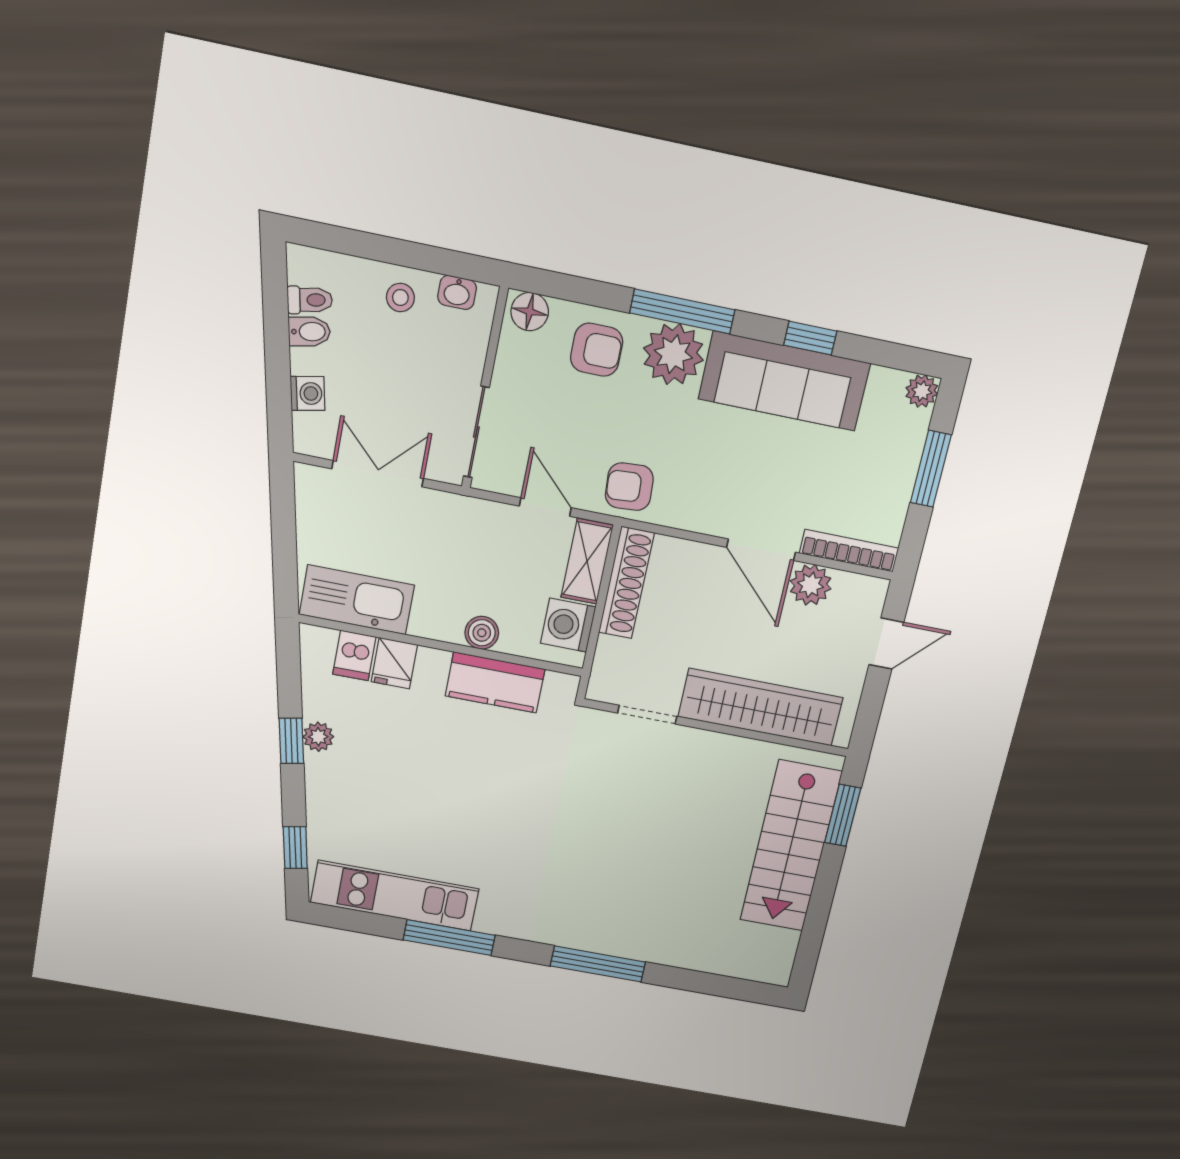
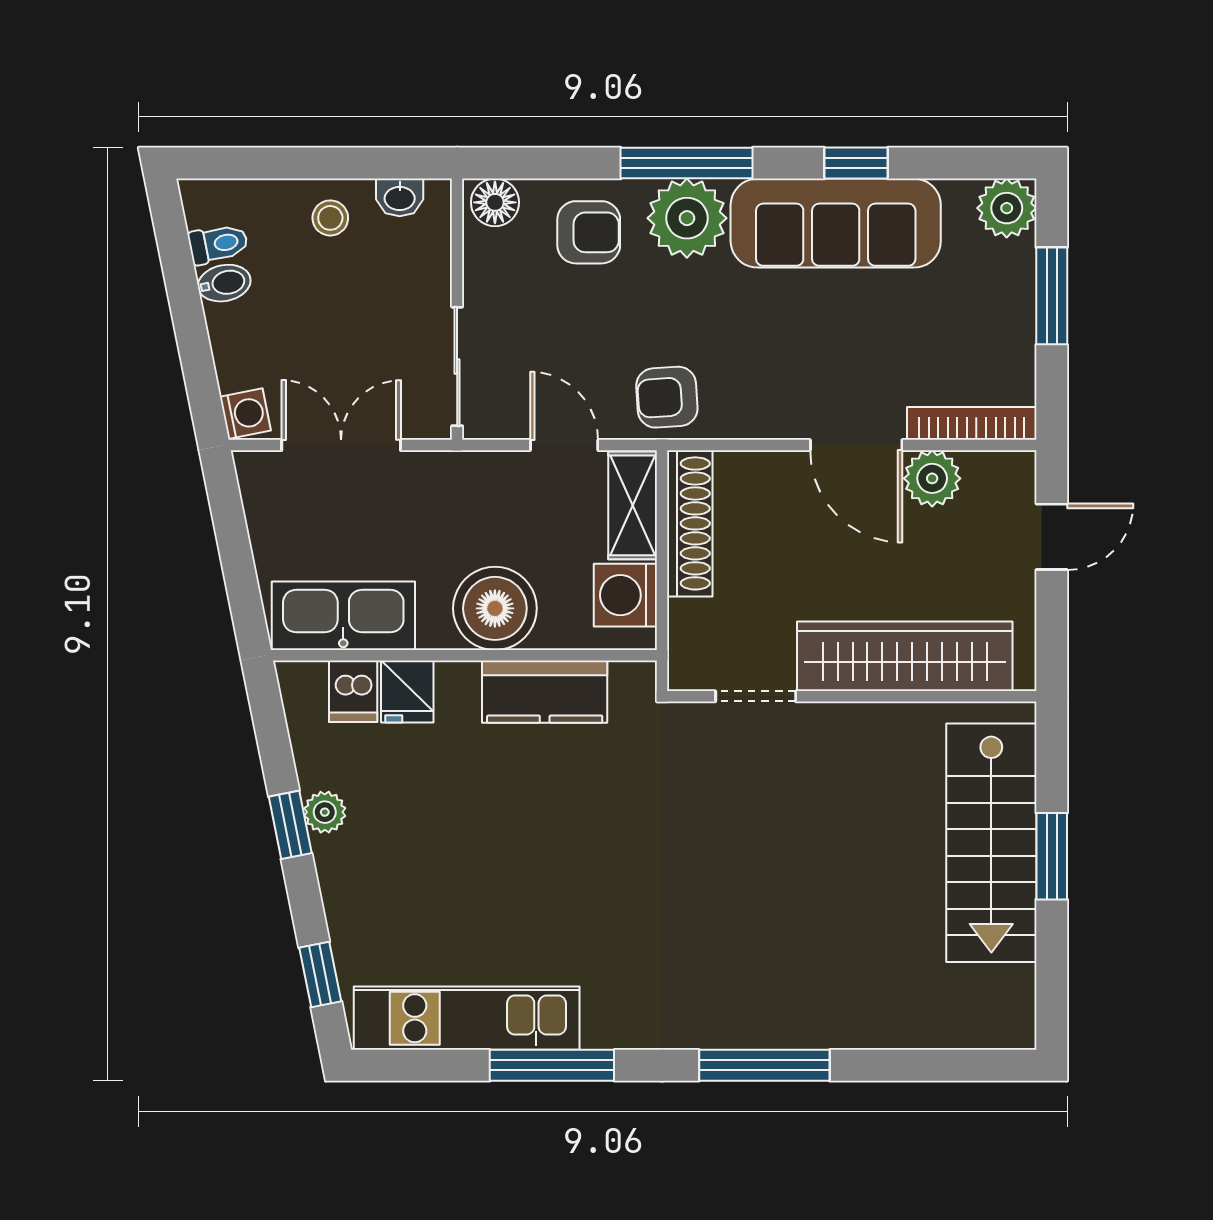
plant: (922, 391) -> (1007, 208), width x1.38, depth x1.38
washing machine: (308, 393) -> (245, 414), moved
boiler: (482, 633) -> (495, 608), width x1.86, depth x1.86
window: (843, 815) -> (1052, 856), moved

